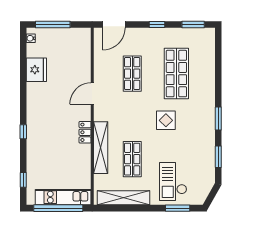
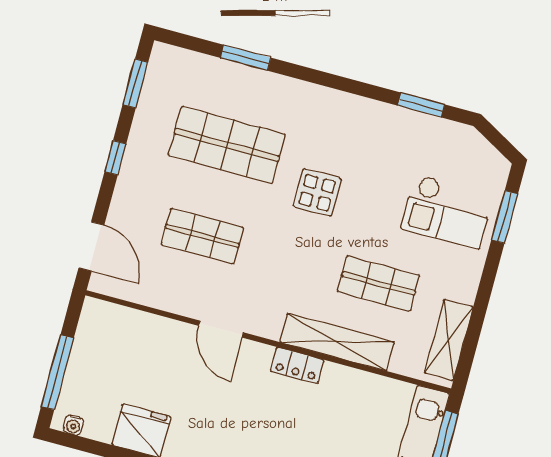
window: (218, 118) -> (246, 58), moved
shelving: (124, 198) -> (449, 340), width x0.68

